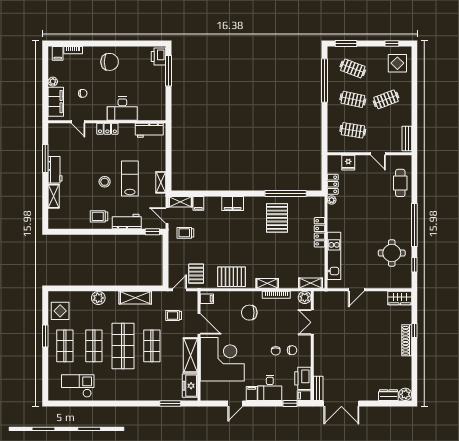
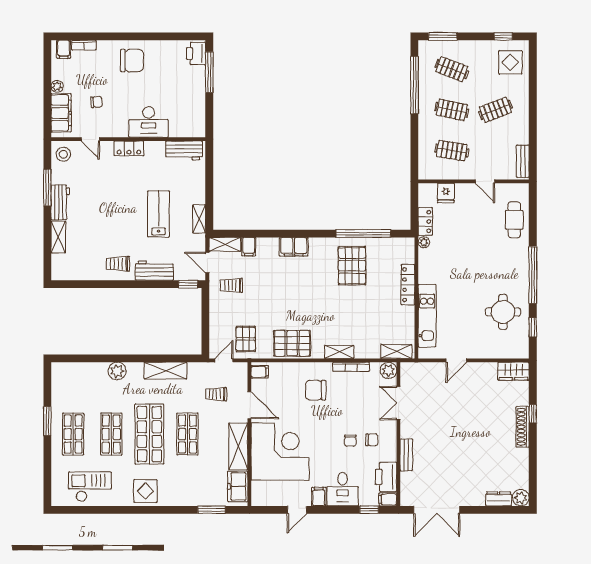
stool: (105, 182) -> (63, 154), moved
display table: (60, 311) -> (145, 491), moved
bench: (318, 388) -> (406, 455), moved

